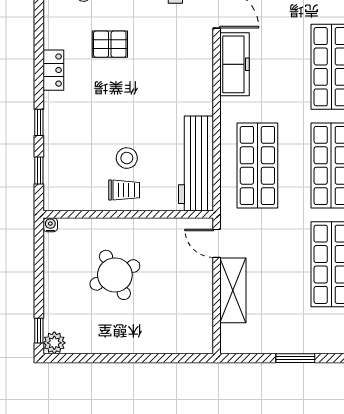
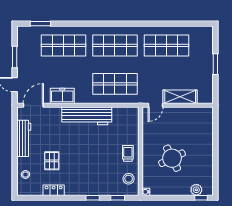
freezer: (235, 64) -> (62, 96), width x0.71
locker: (53, 70) -> (54, 190), moved
stool: (127, 158) -> (129, 179), moved
workbench: (196, 164) -> (87, 116), moved
plant: (54, 343) -> (196, 190), moved

